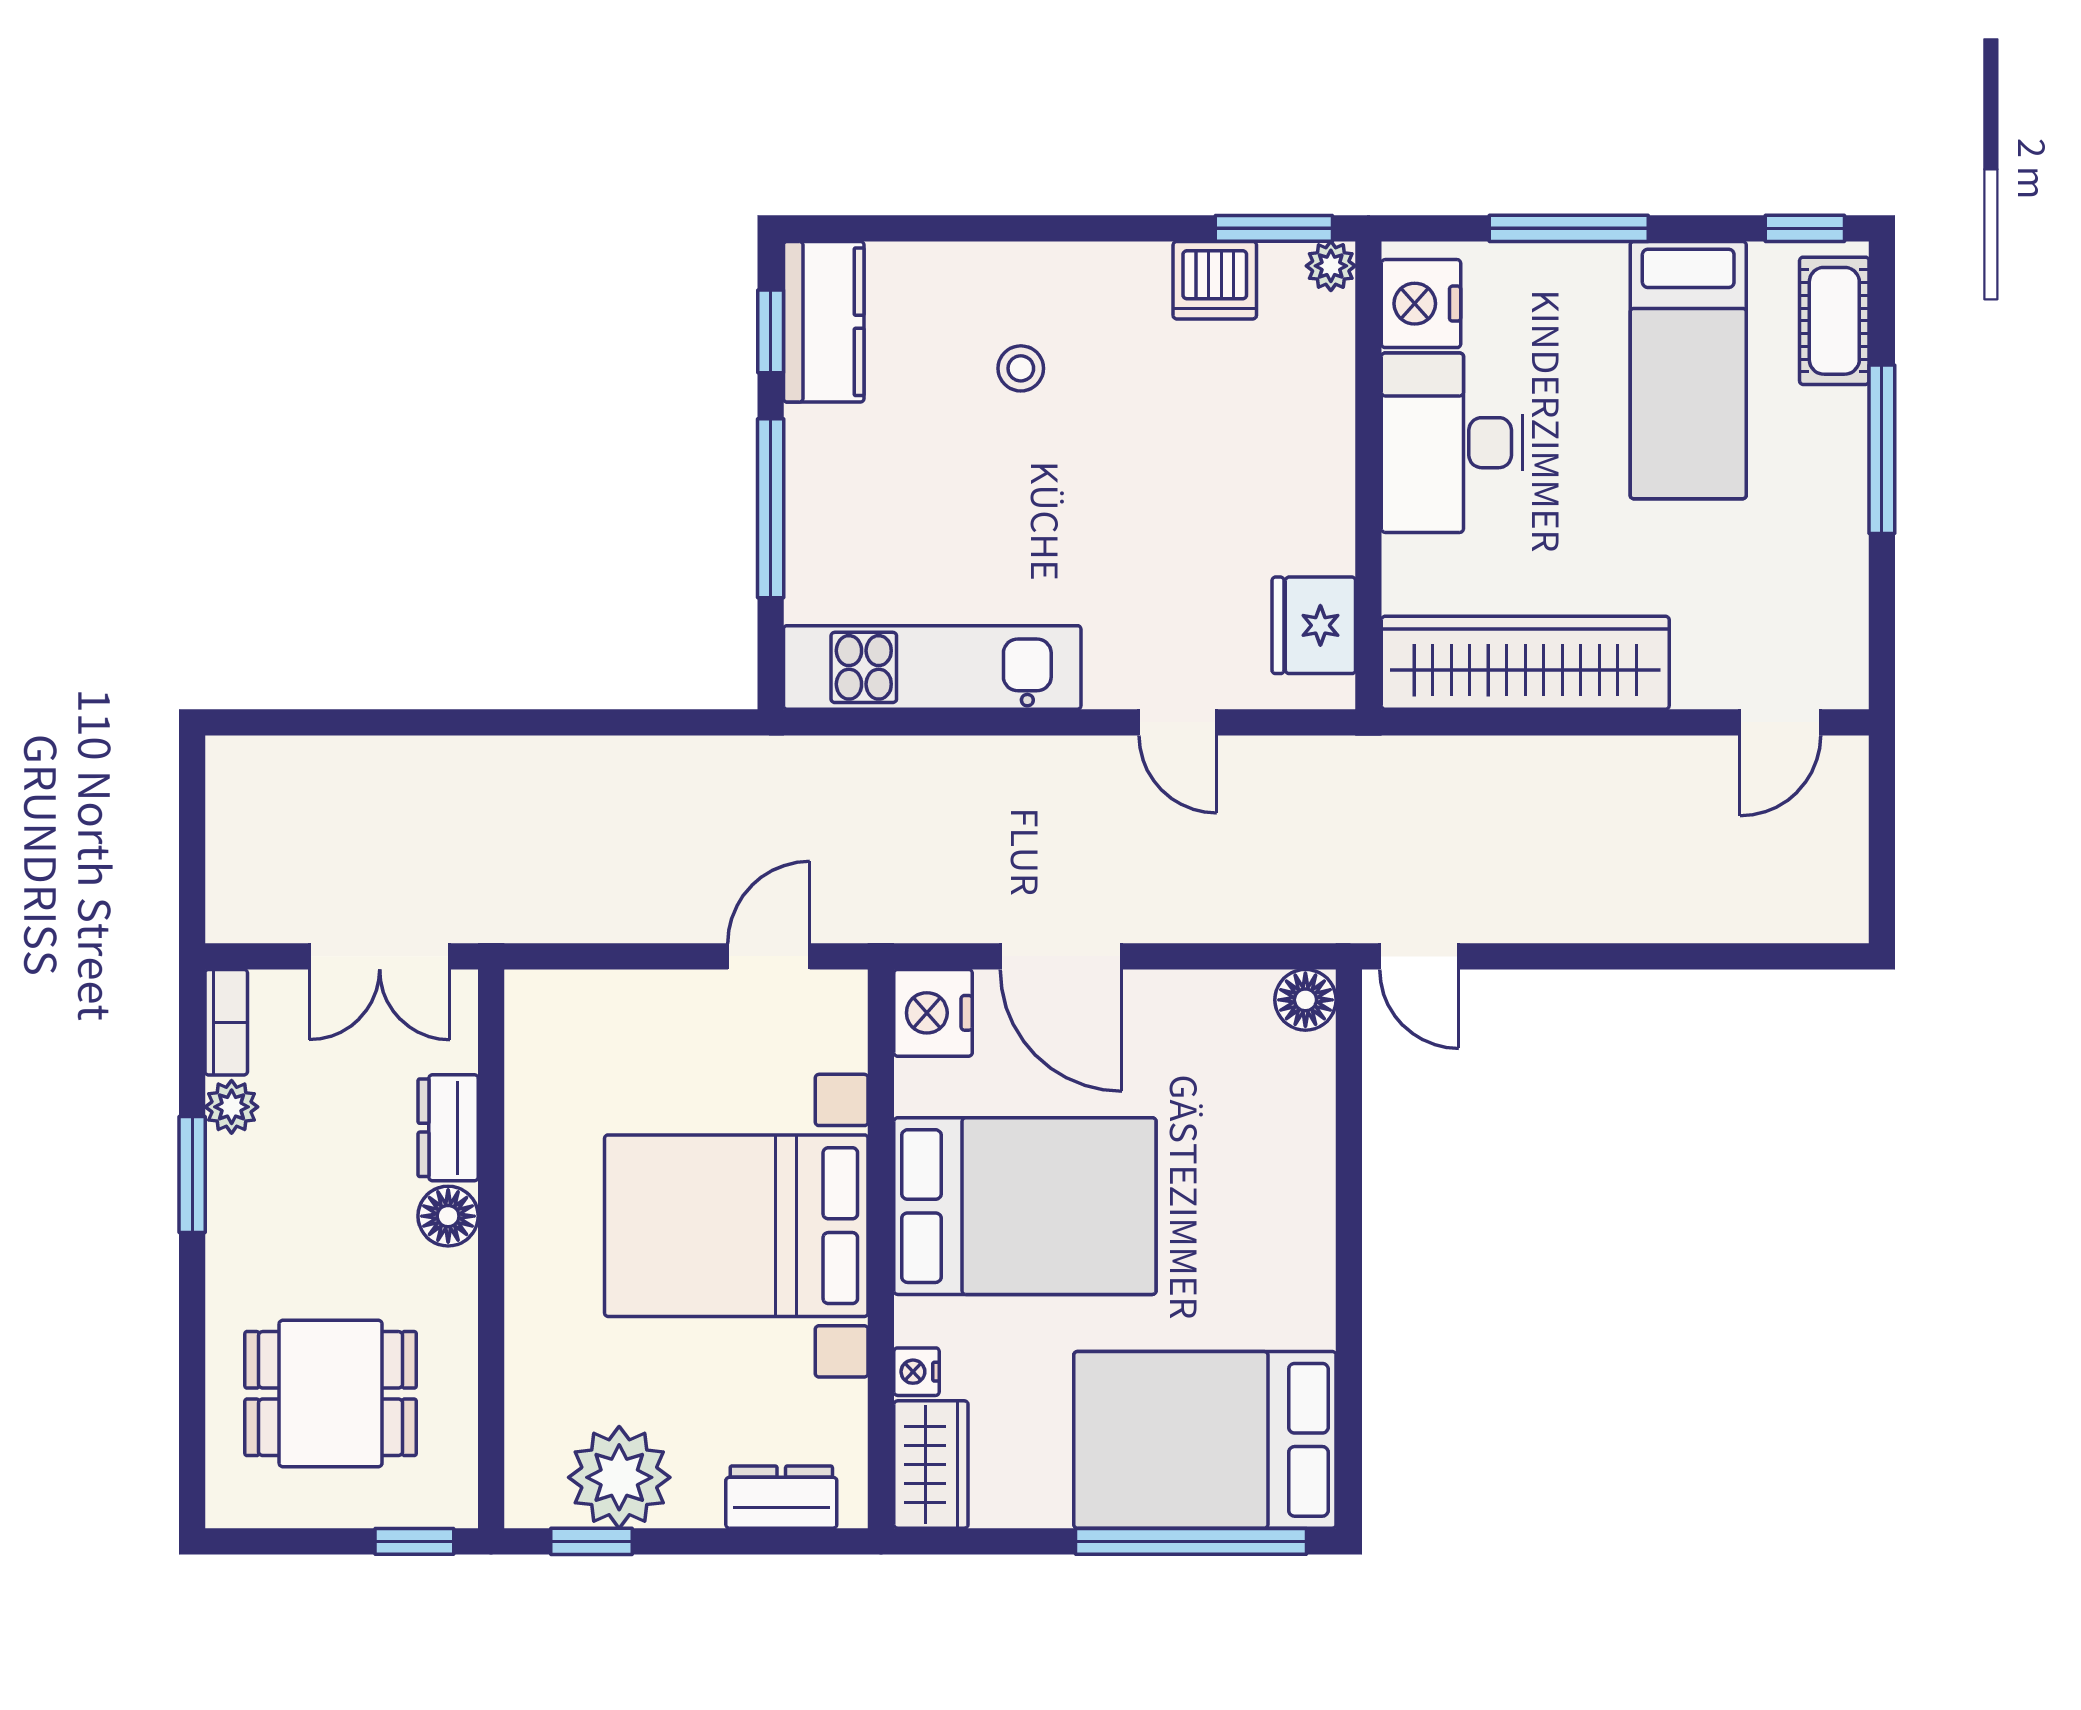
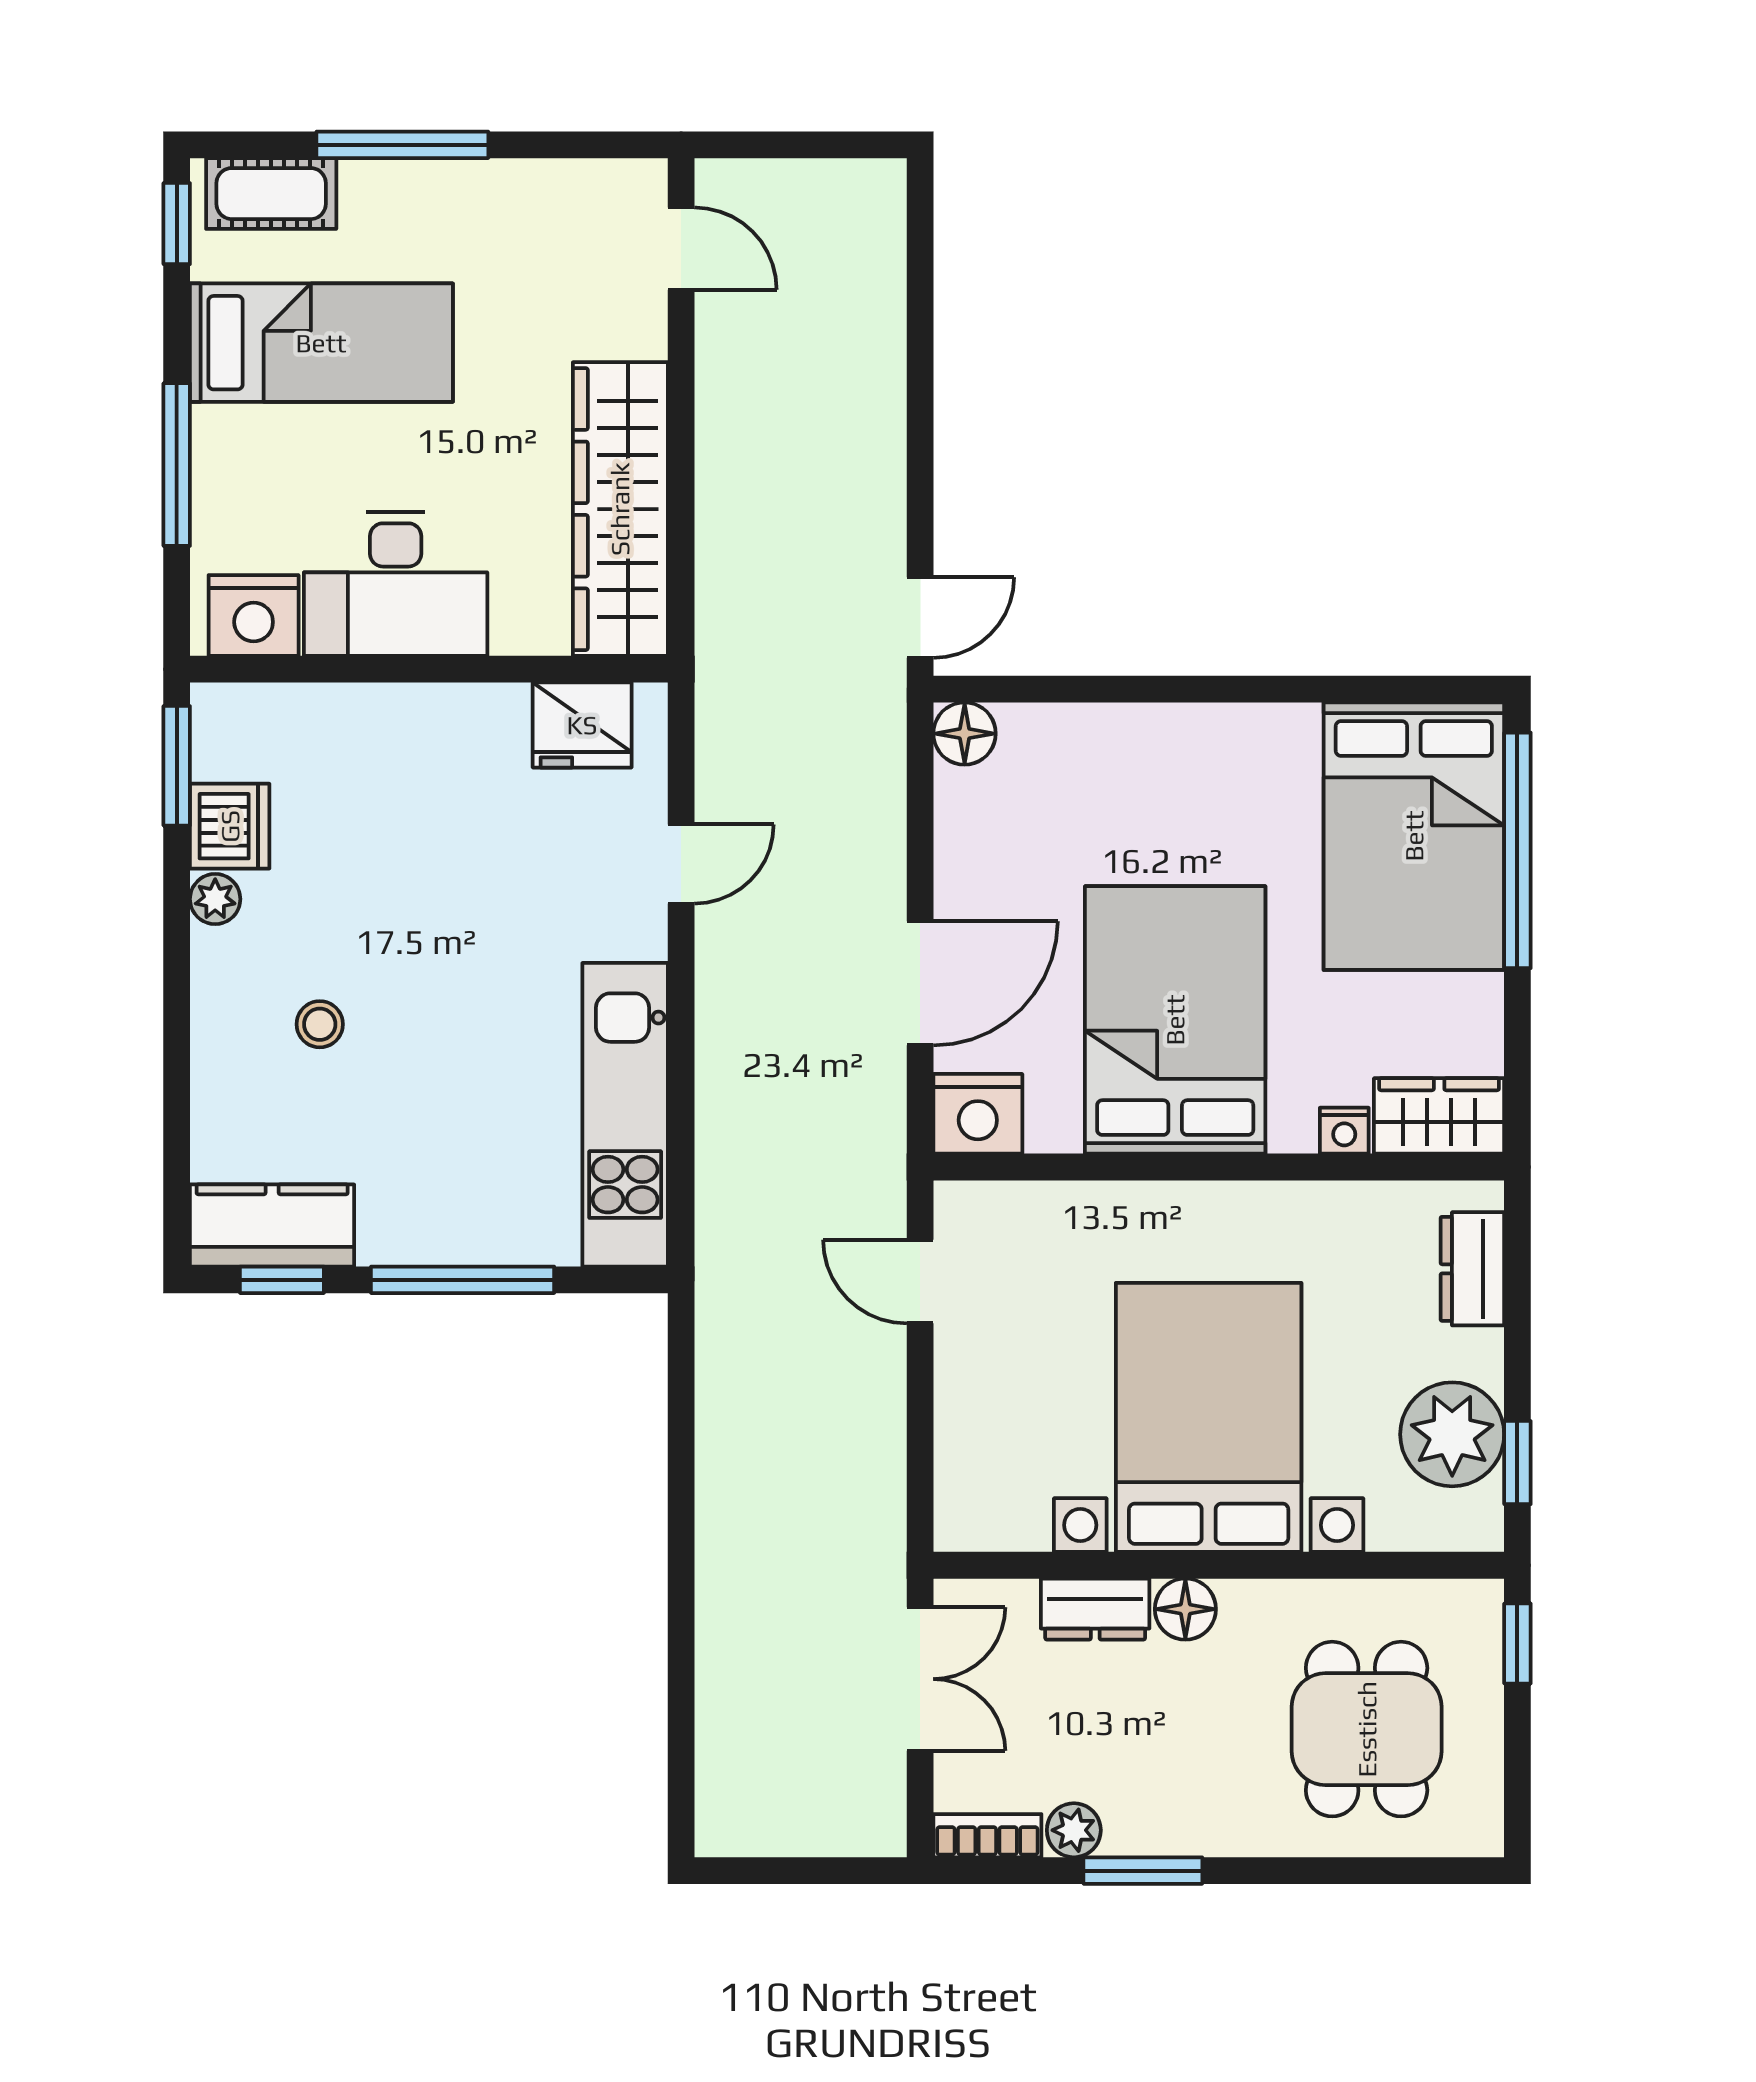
plant: (1331, 266) -> (215, 899), moved
bed with nightstands: (736, 1226) -> (1209, 1417), moved, turned 180

